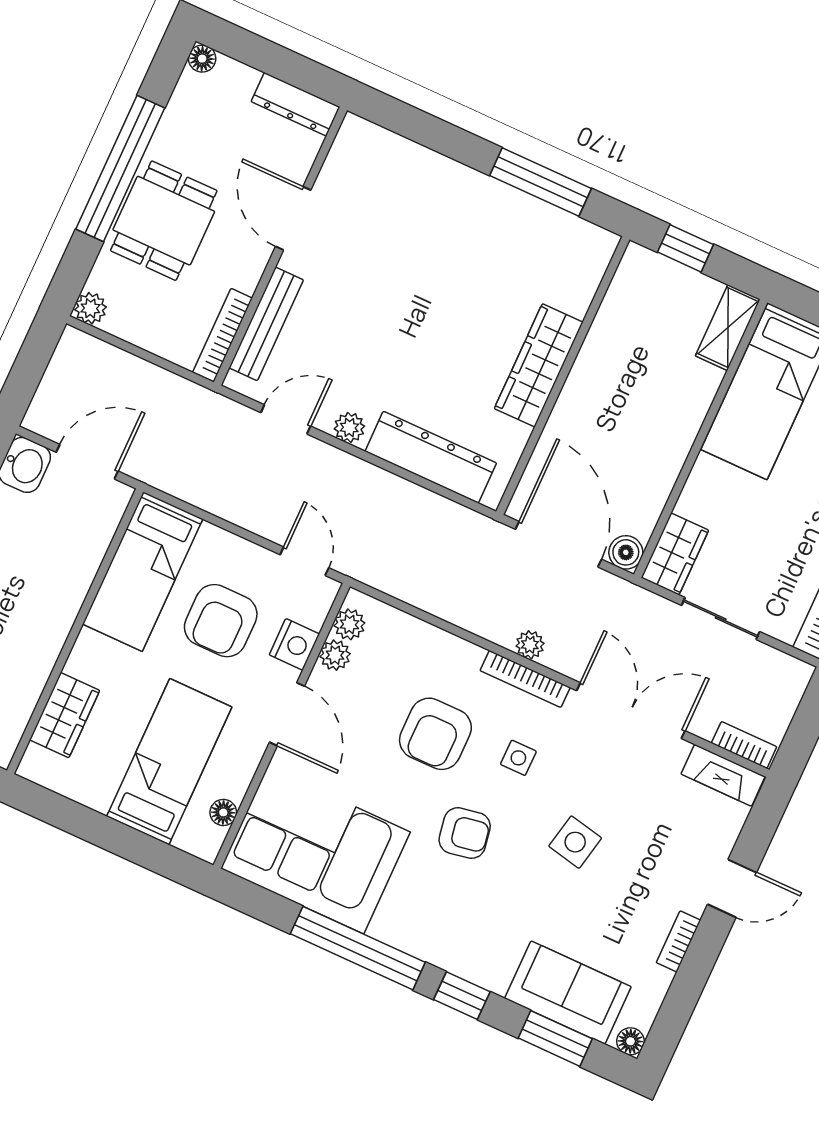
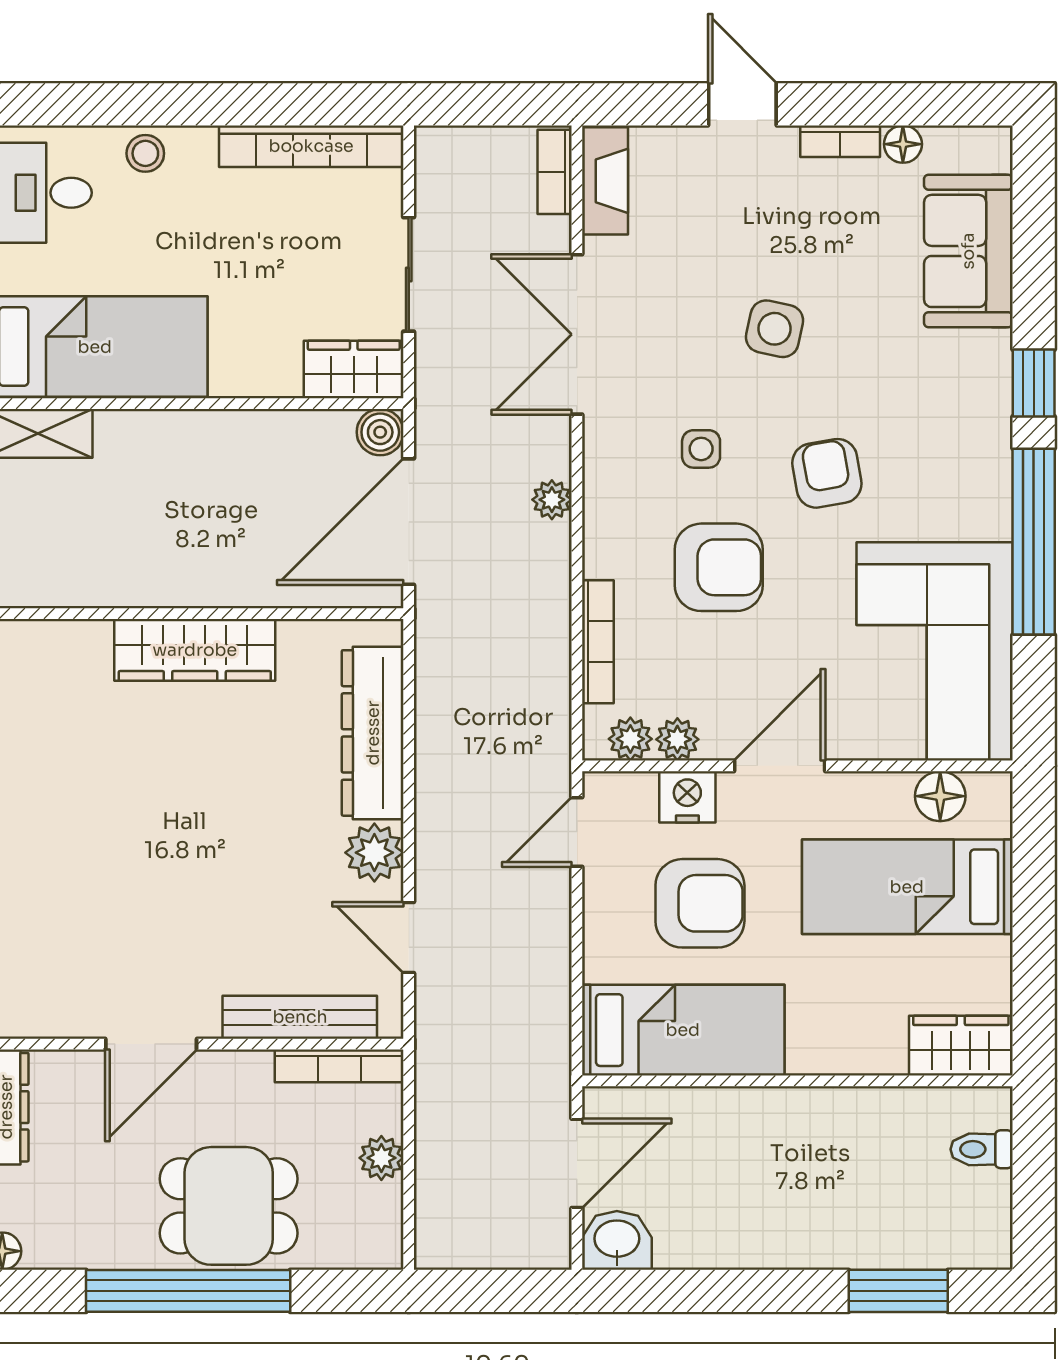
plant: (90, 308) -> (381, 1158), moved
plant: (349, 428) -> (374, 853), width x1.38, depth x1.38
door: (87, 462) -> (577, 1163), swing flipped
bookcase: (525, 679) -> (598, 642), moved
wardrobe: (65, 715) -> (961, 1046), moved
floor lamp: (223, 812) -> (940, 796), width x1.37, depth x1.37
window: (555, 1038) -> (1034, 241), removed
floor lamp: (630, 1041) -> (903, 144), moved

